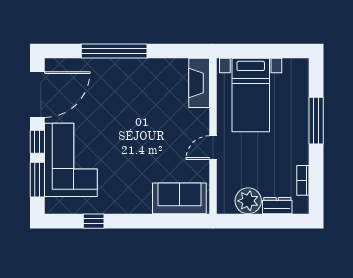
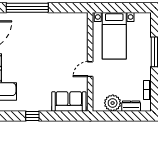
fireplace: (199, 83) -> (81, 28), removed
window: (94, 221) -> (32, 116), moved

